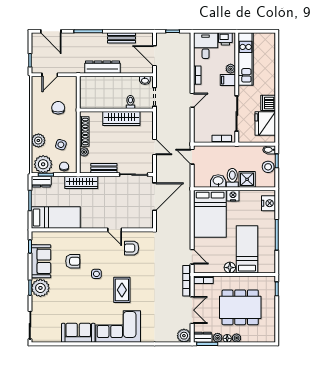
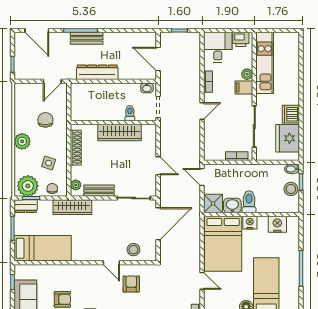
bench: (121, 38) -> (87, 38), moved
door: (50, 75) -> (52, 81), moved
plant: (38, 140) -> (22, 141), moved
plant: (84, 152) -> (76, 185), moved
shower: (247, 179) -> (213, 204), moved
nightstand: (268, 203) -> (277, 224), moved, turned -90
stool: (133, 219) -> (133, 250), added
armchair: (132, 248) -> (131, 284), turned 90
door: (192, 257) -> (202, 281), moved

